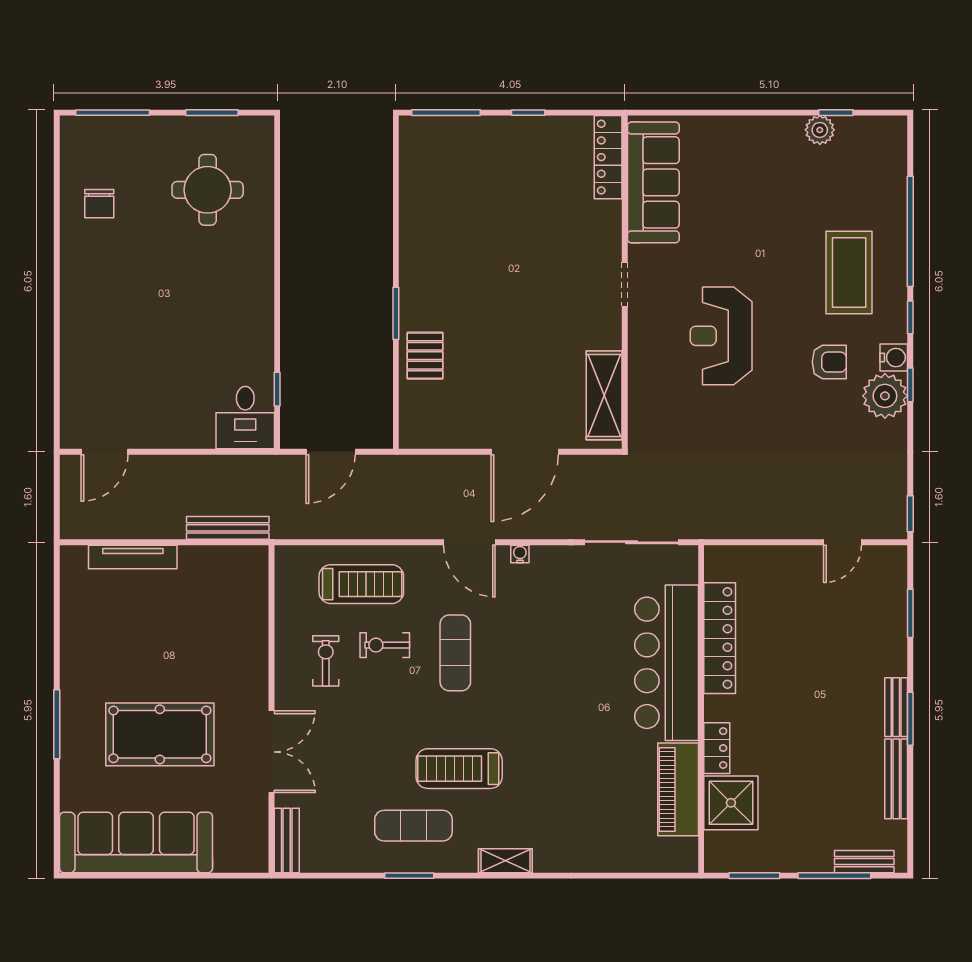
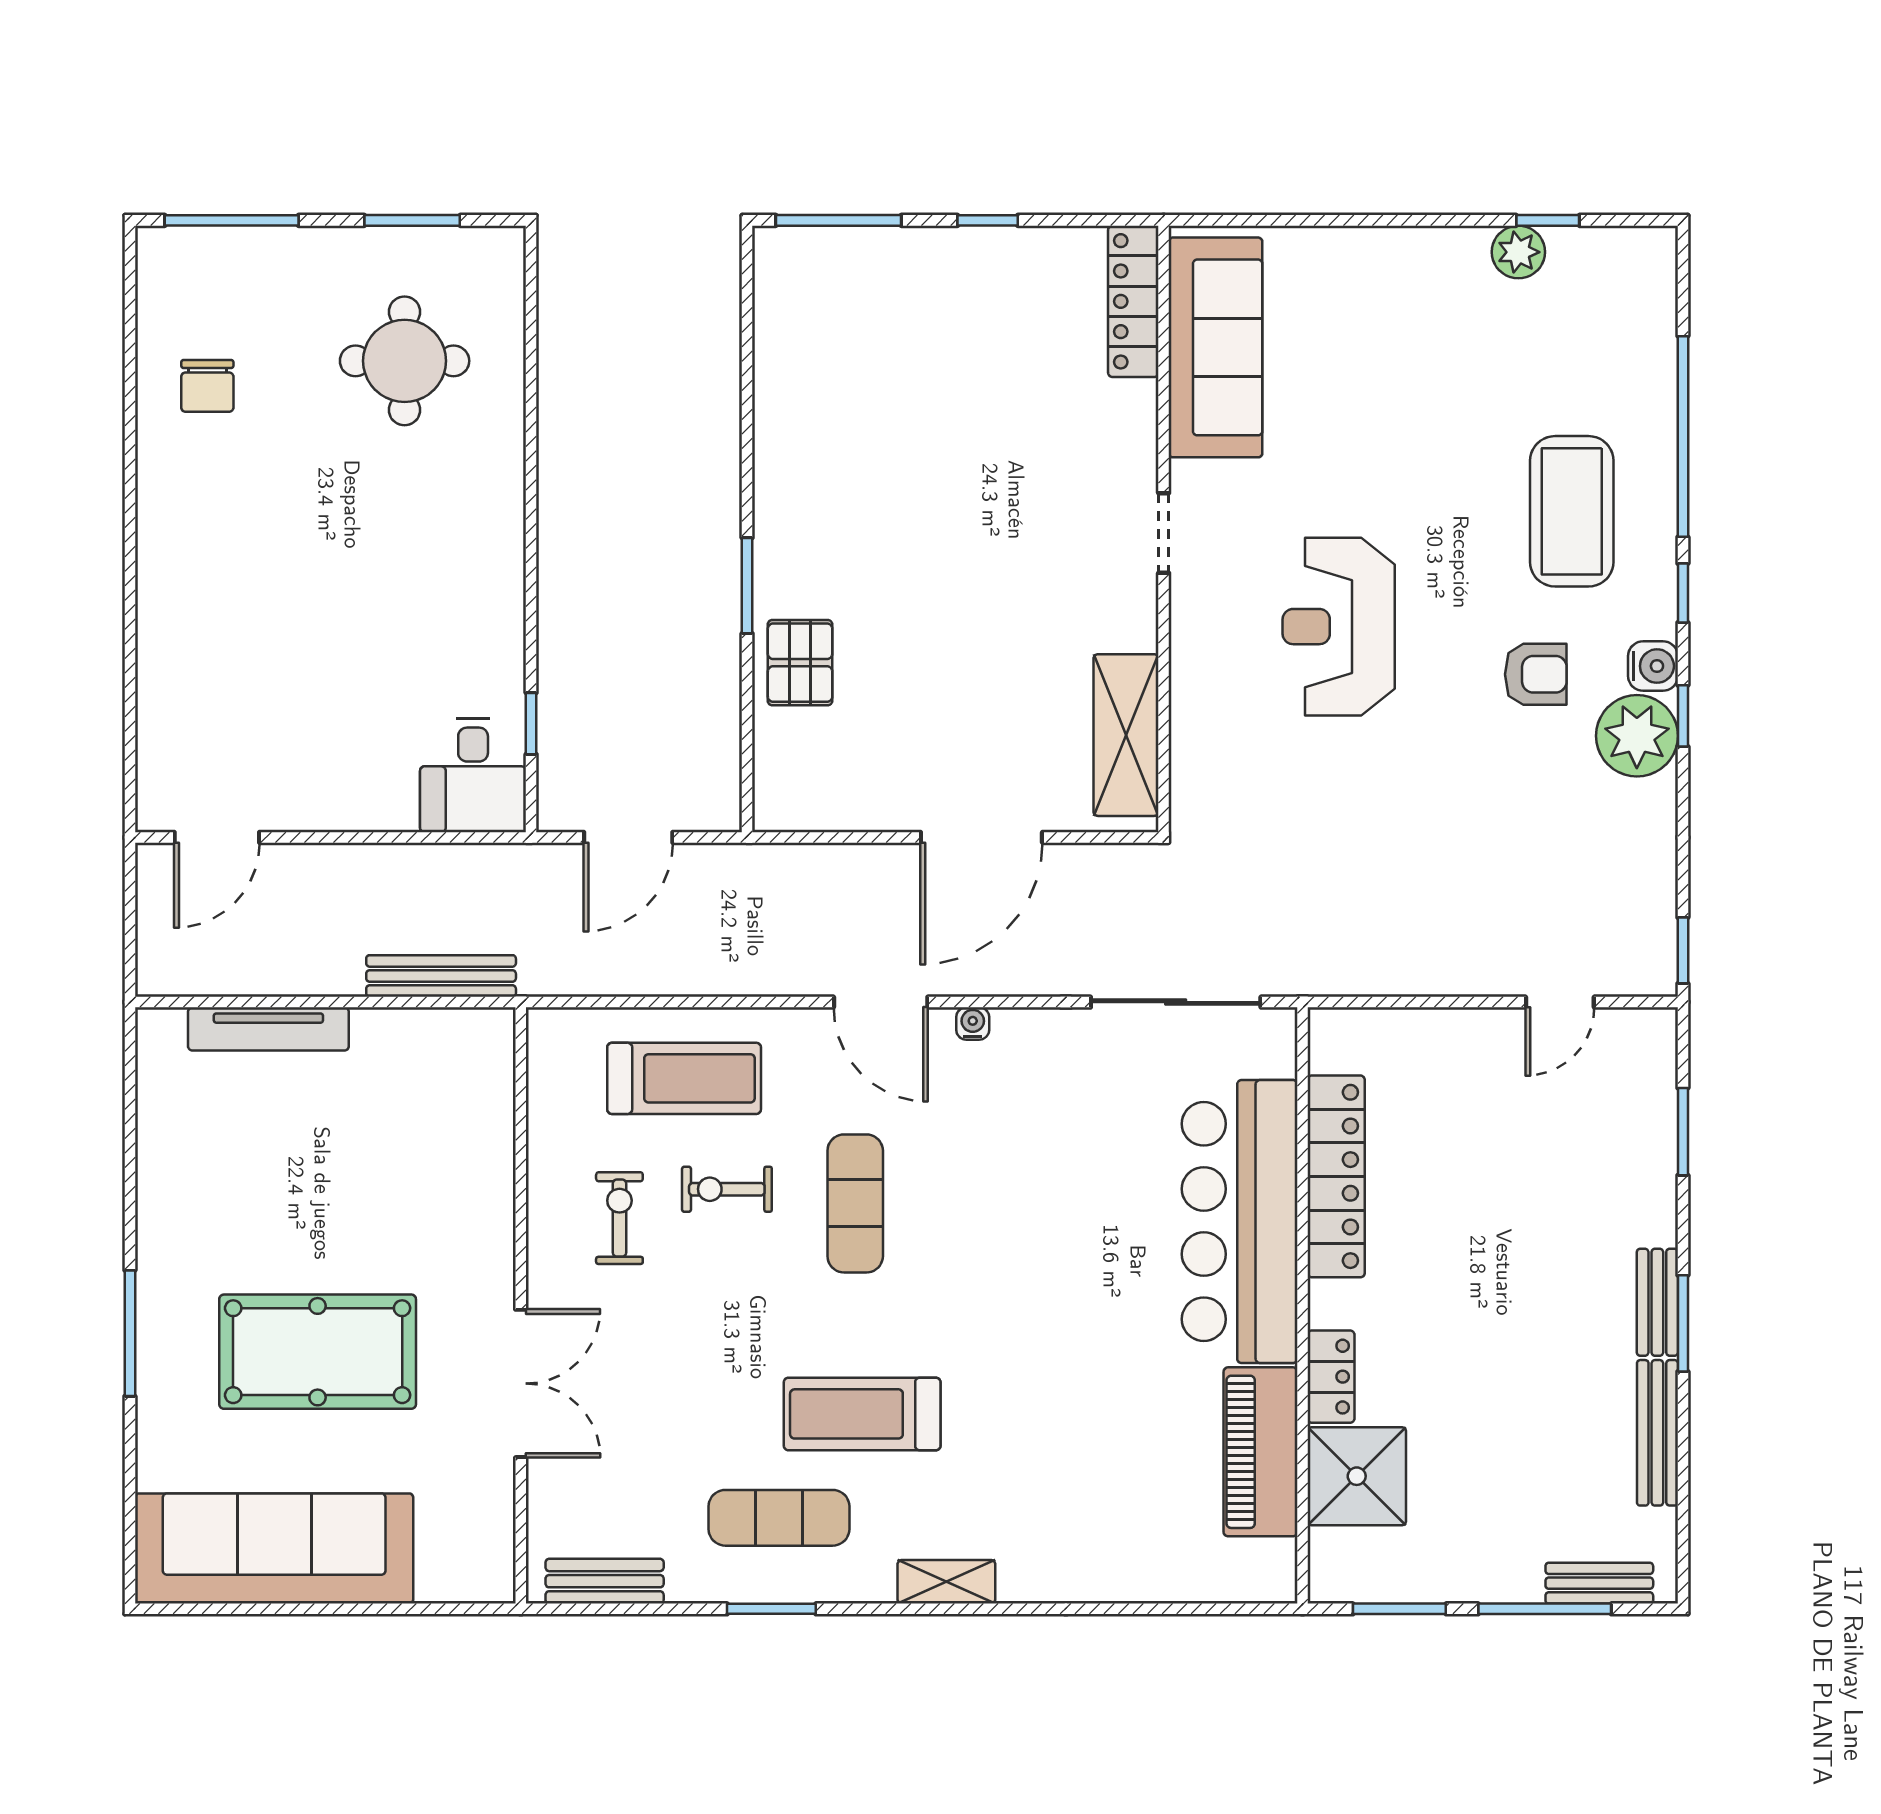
bench: (287, 840) -> (605, 1581), moved, turned 90

